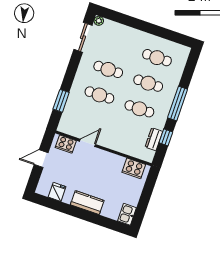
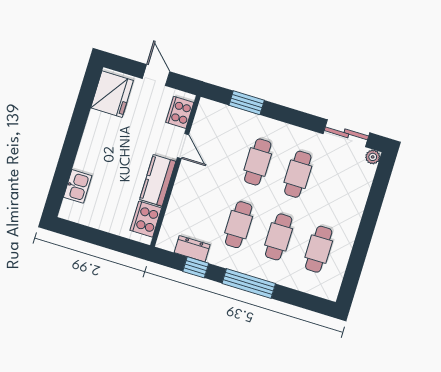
fridge: (57, 192) -> (112, 94), width x1.88, depth x1.34
kitchen counter: (87, 203) -> (158, 180), moved, turned 180
kitchen sink: (127, 214) -> (78, 186), moved, turned 90

